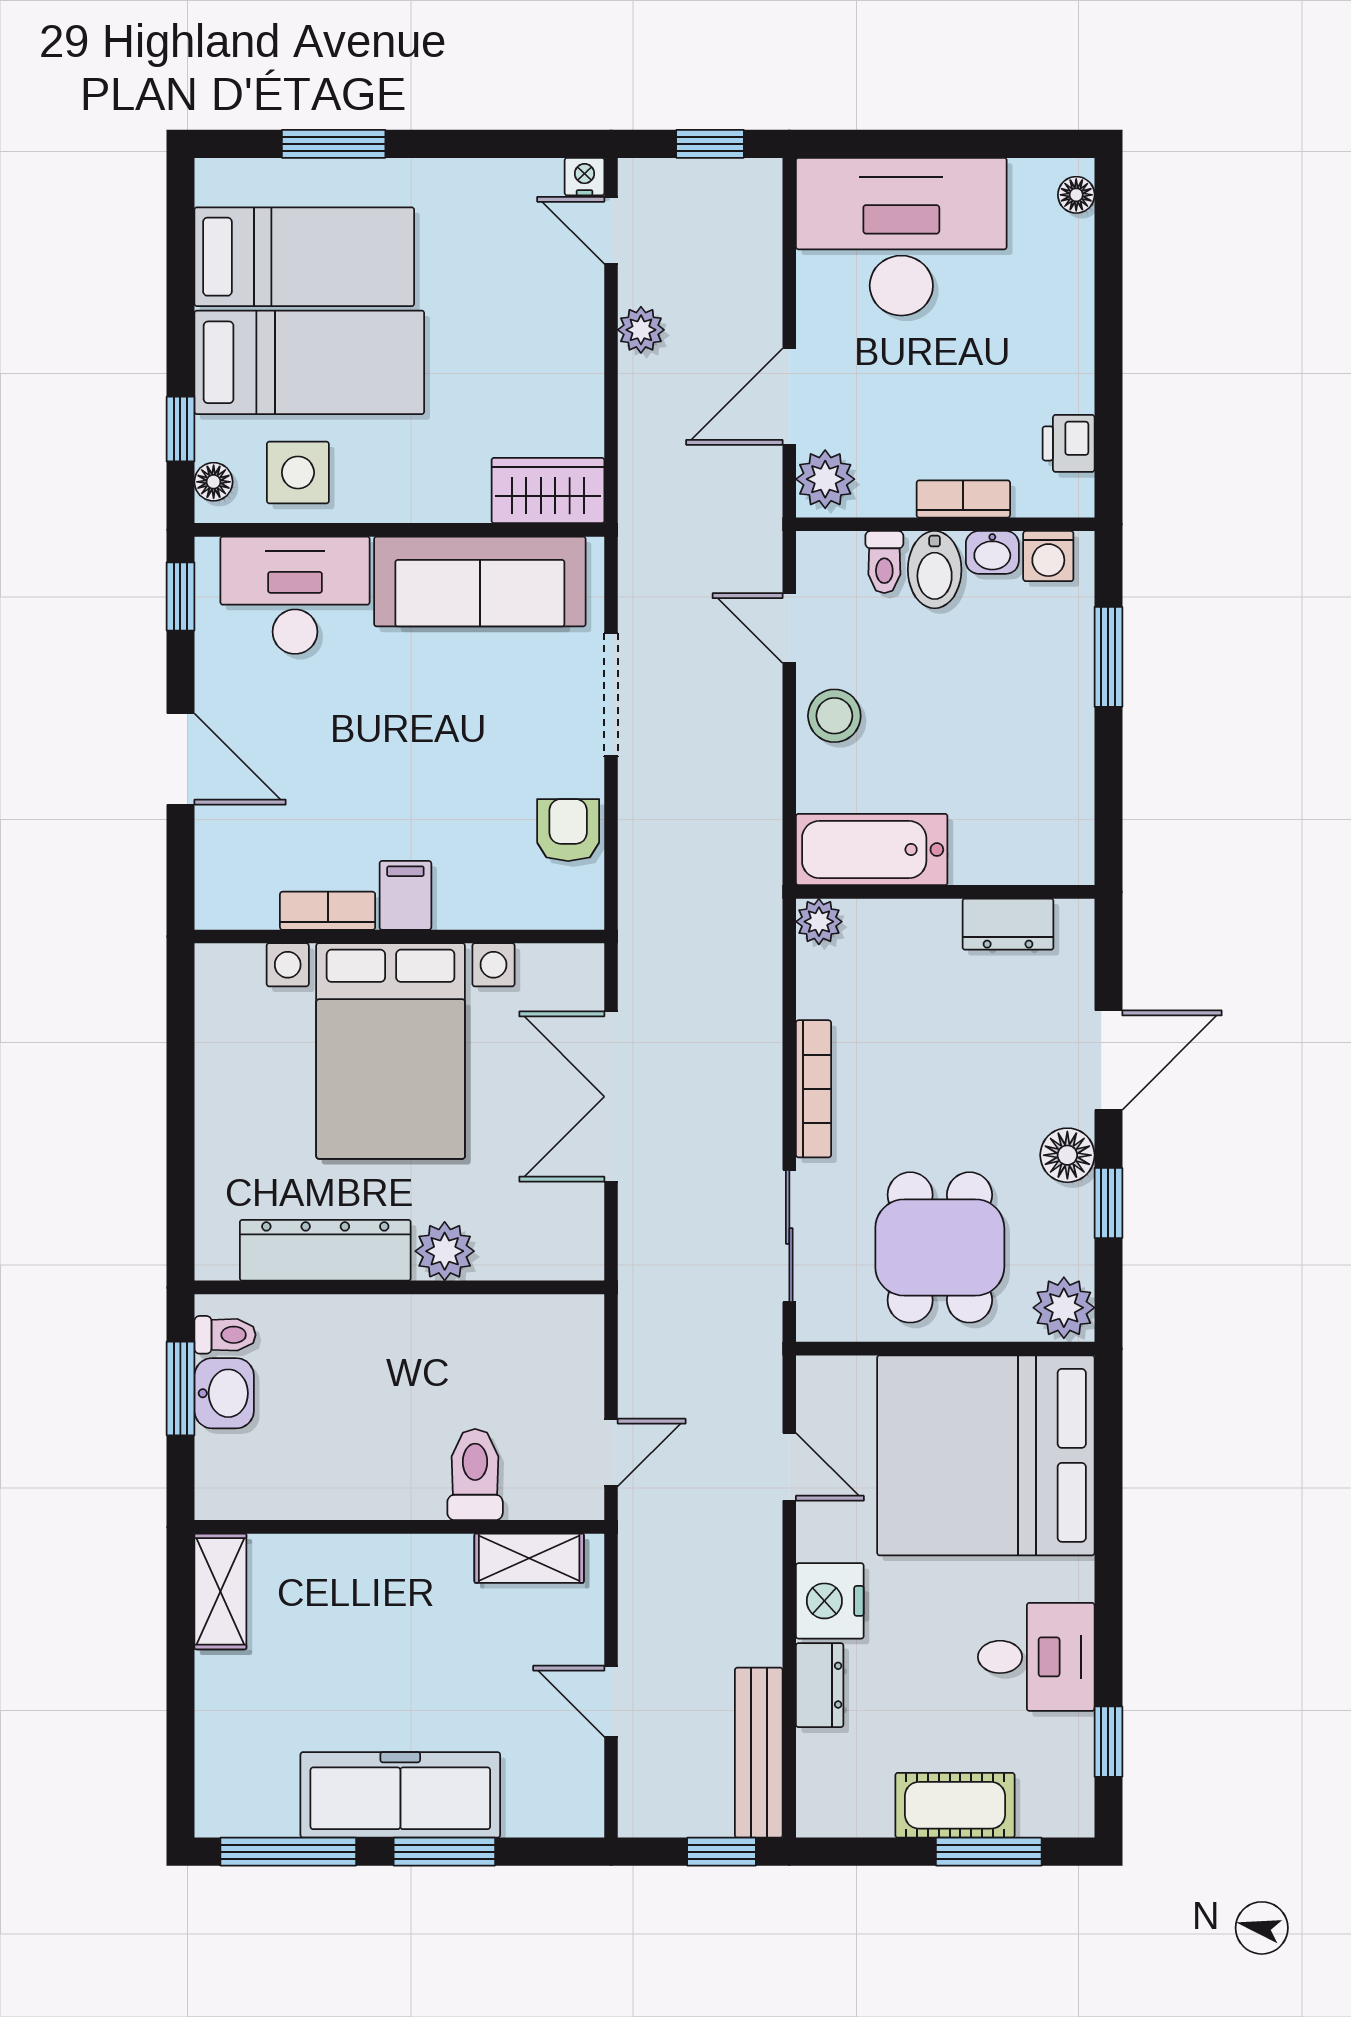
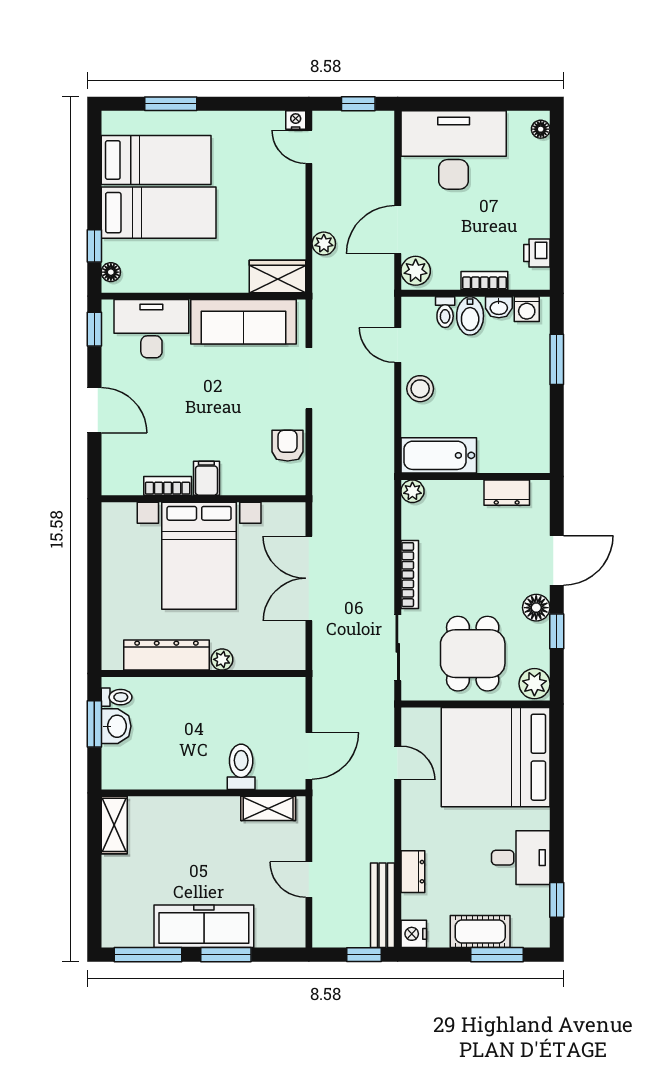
plant: (641, 330) -> (324, 244), moved
side table: (298, 473) -> (153, 268), removed
plant: (445, 1251) -> (222, 659), width x0.73, depth x0.73
door: (611, 1453) -> (309, 756), width x1.38
nightstand: (830, 1601) -> (414, 934), moved, width x0.74, depth x0.75

